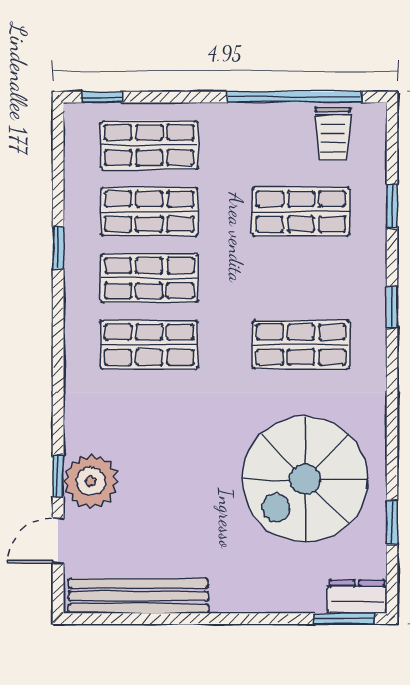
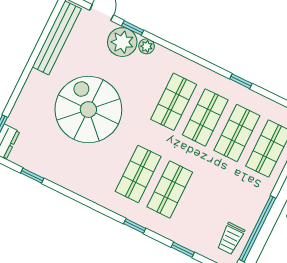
trolley: (333, 134) -> (231, 239), turned -90
shop shelf: (301, 212) -> (170, 190), moved
plant: (78, 437) -> (147, 46), added
spiral stairs: (305, 479) -> (88, 110), moved

